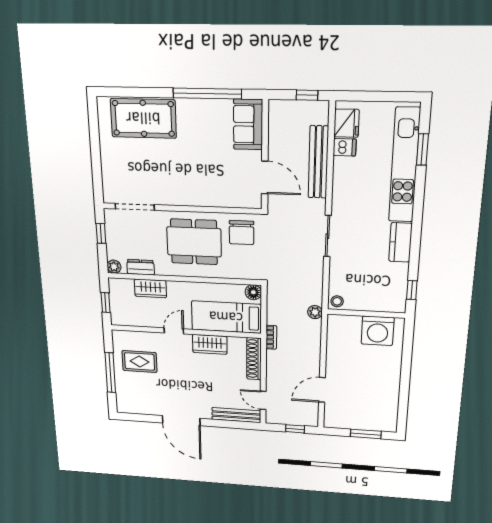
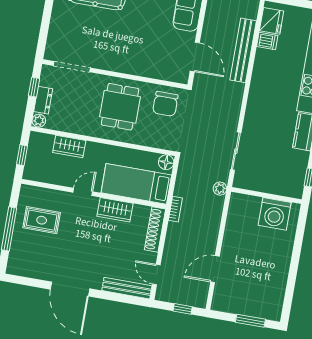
sliding door: (327, 236) -> (236, 151), moved
dining table: (194, 242) -> (120, 107), width x0.73
dresser: (141, 267) -> (43, 100), moved, turned 90
stool: (337, 301) -> (242, 180), removed

